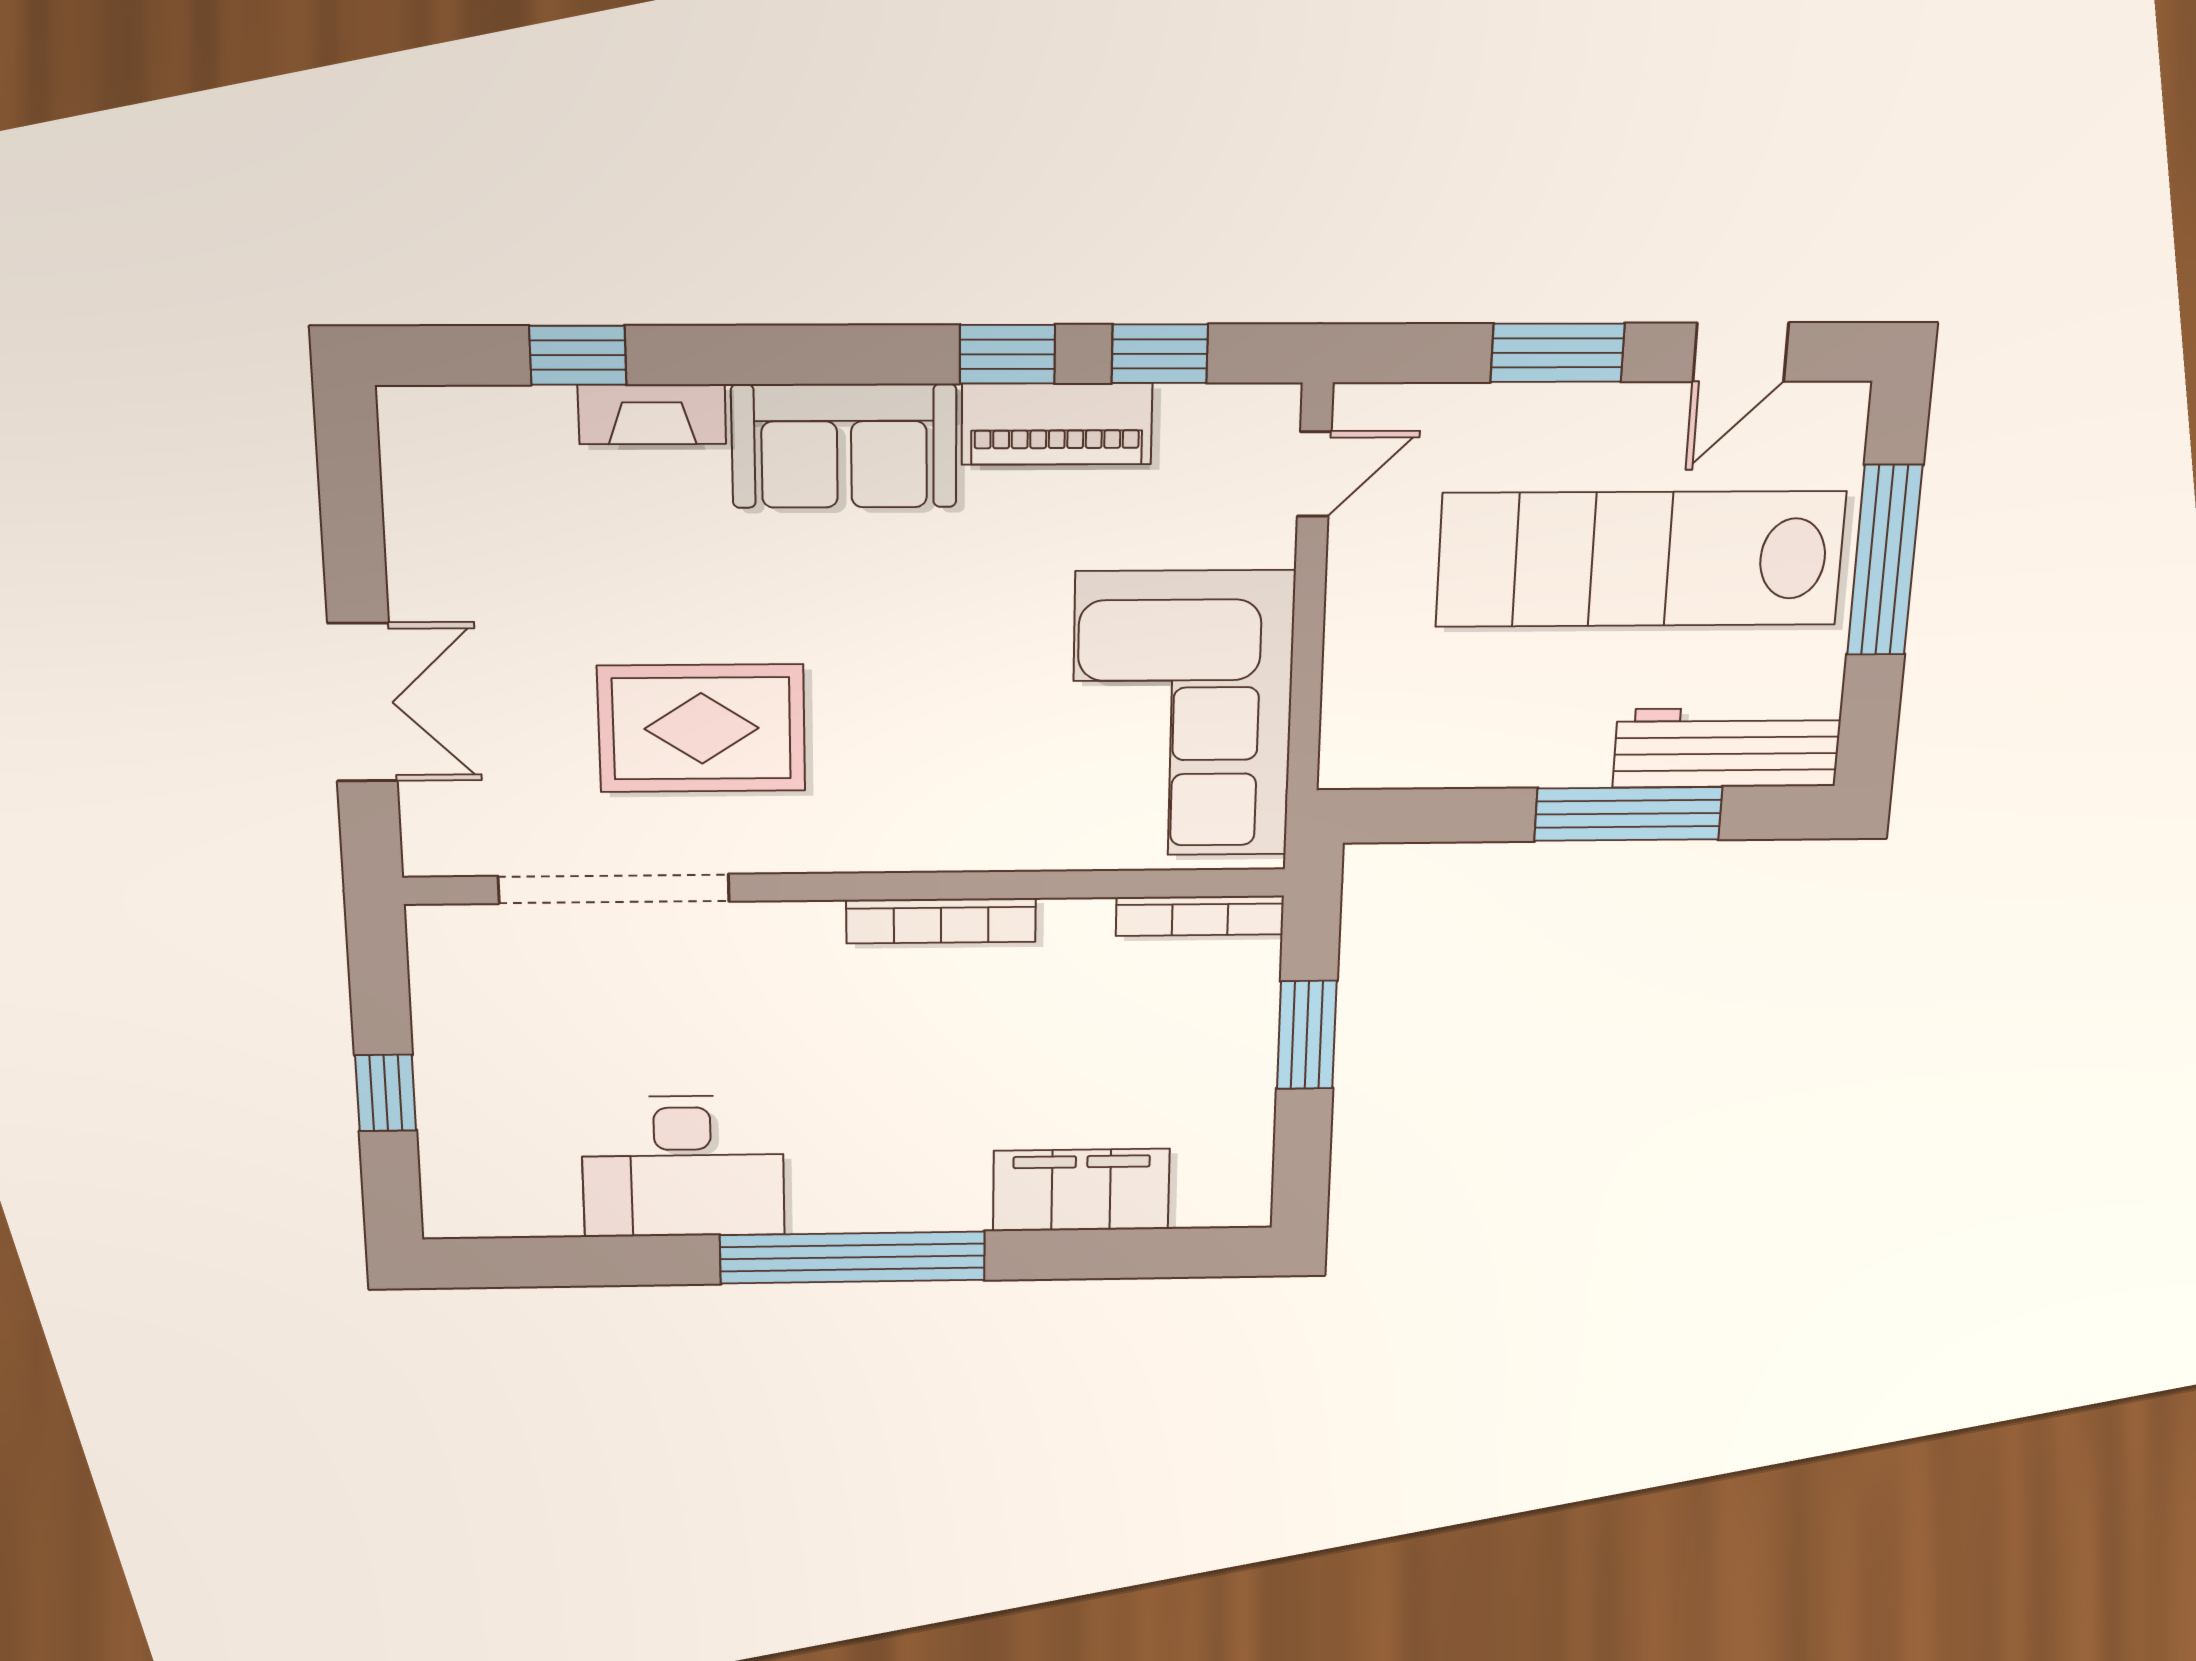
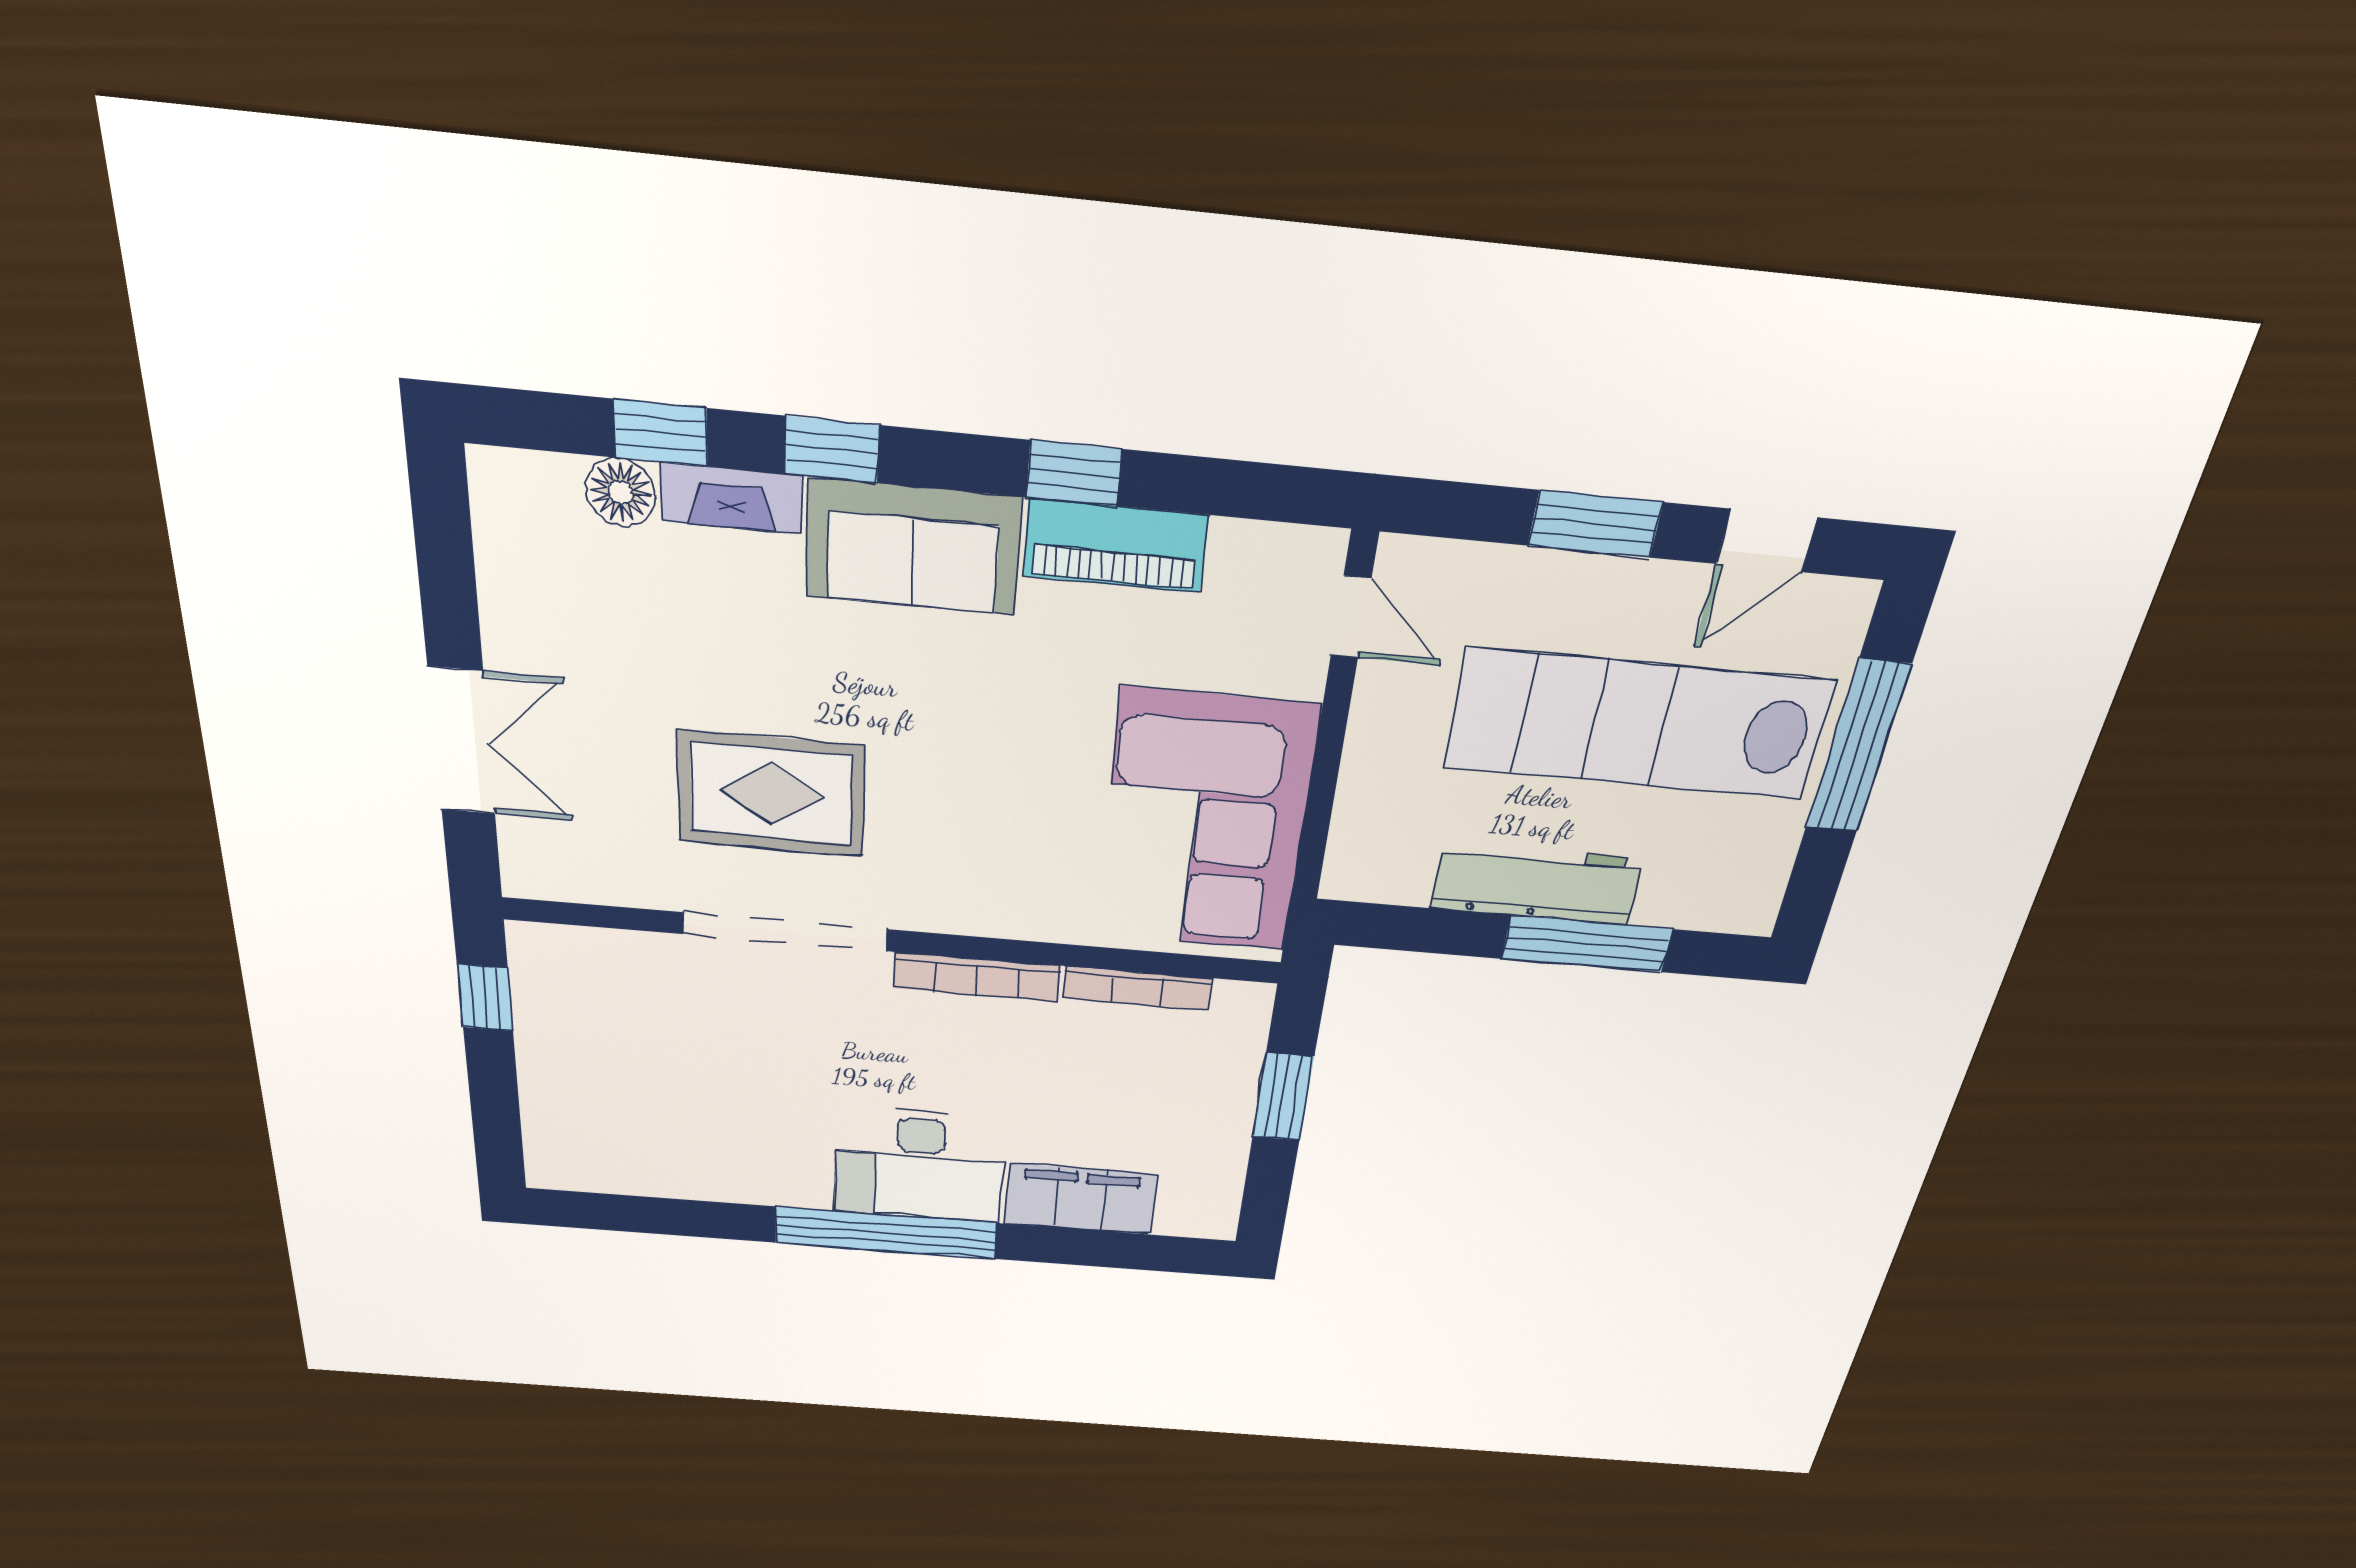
window: (1160, 354) -> (832, 450), moved
floor lamp: (536, 419) -> (621, 492), added
door: (1314, 474) -> (1351, 617), hinge flipped
workbench: (1727, 748) -> (1536, 884), moved
doorway: (614, 889) -> (785, 932), moved
bookcase: (1200, 916) -> (1137, 988), moved
window: (386, 1093) -> (485, 998), moved
desk: (683, 1166) -> (920, 1165), moved

